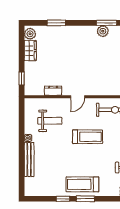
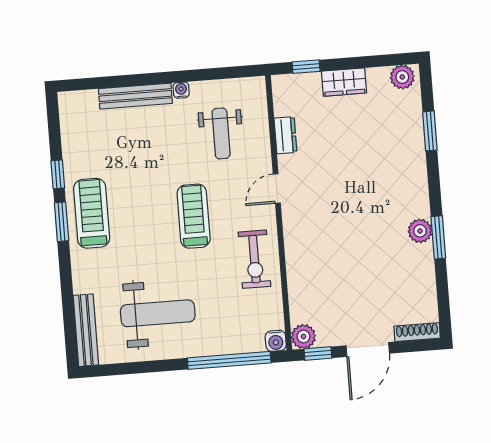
wardrobe: (30, 51) -> (344, 82), moved
door: (78, 97) -> (277, 188), hinge flipped
treadmill: (88, 137) -> (194, 216), turned 180

